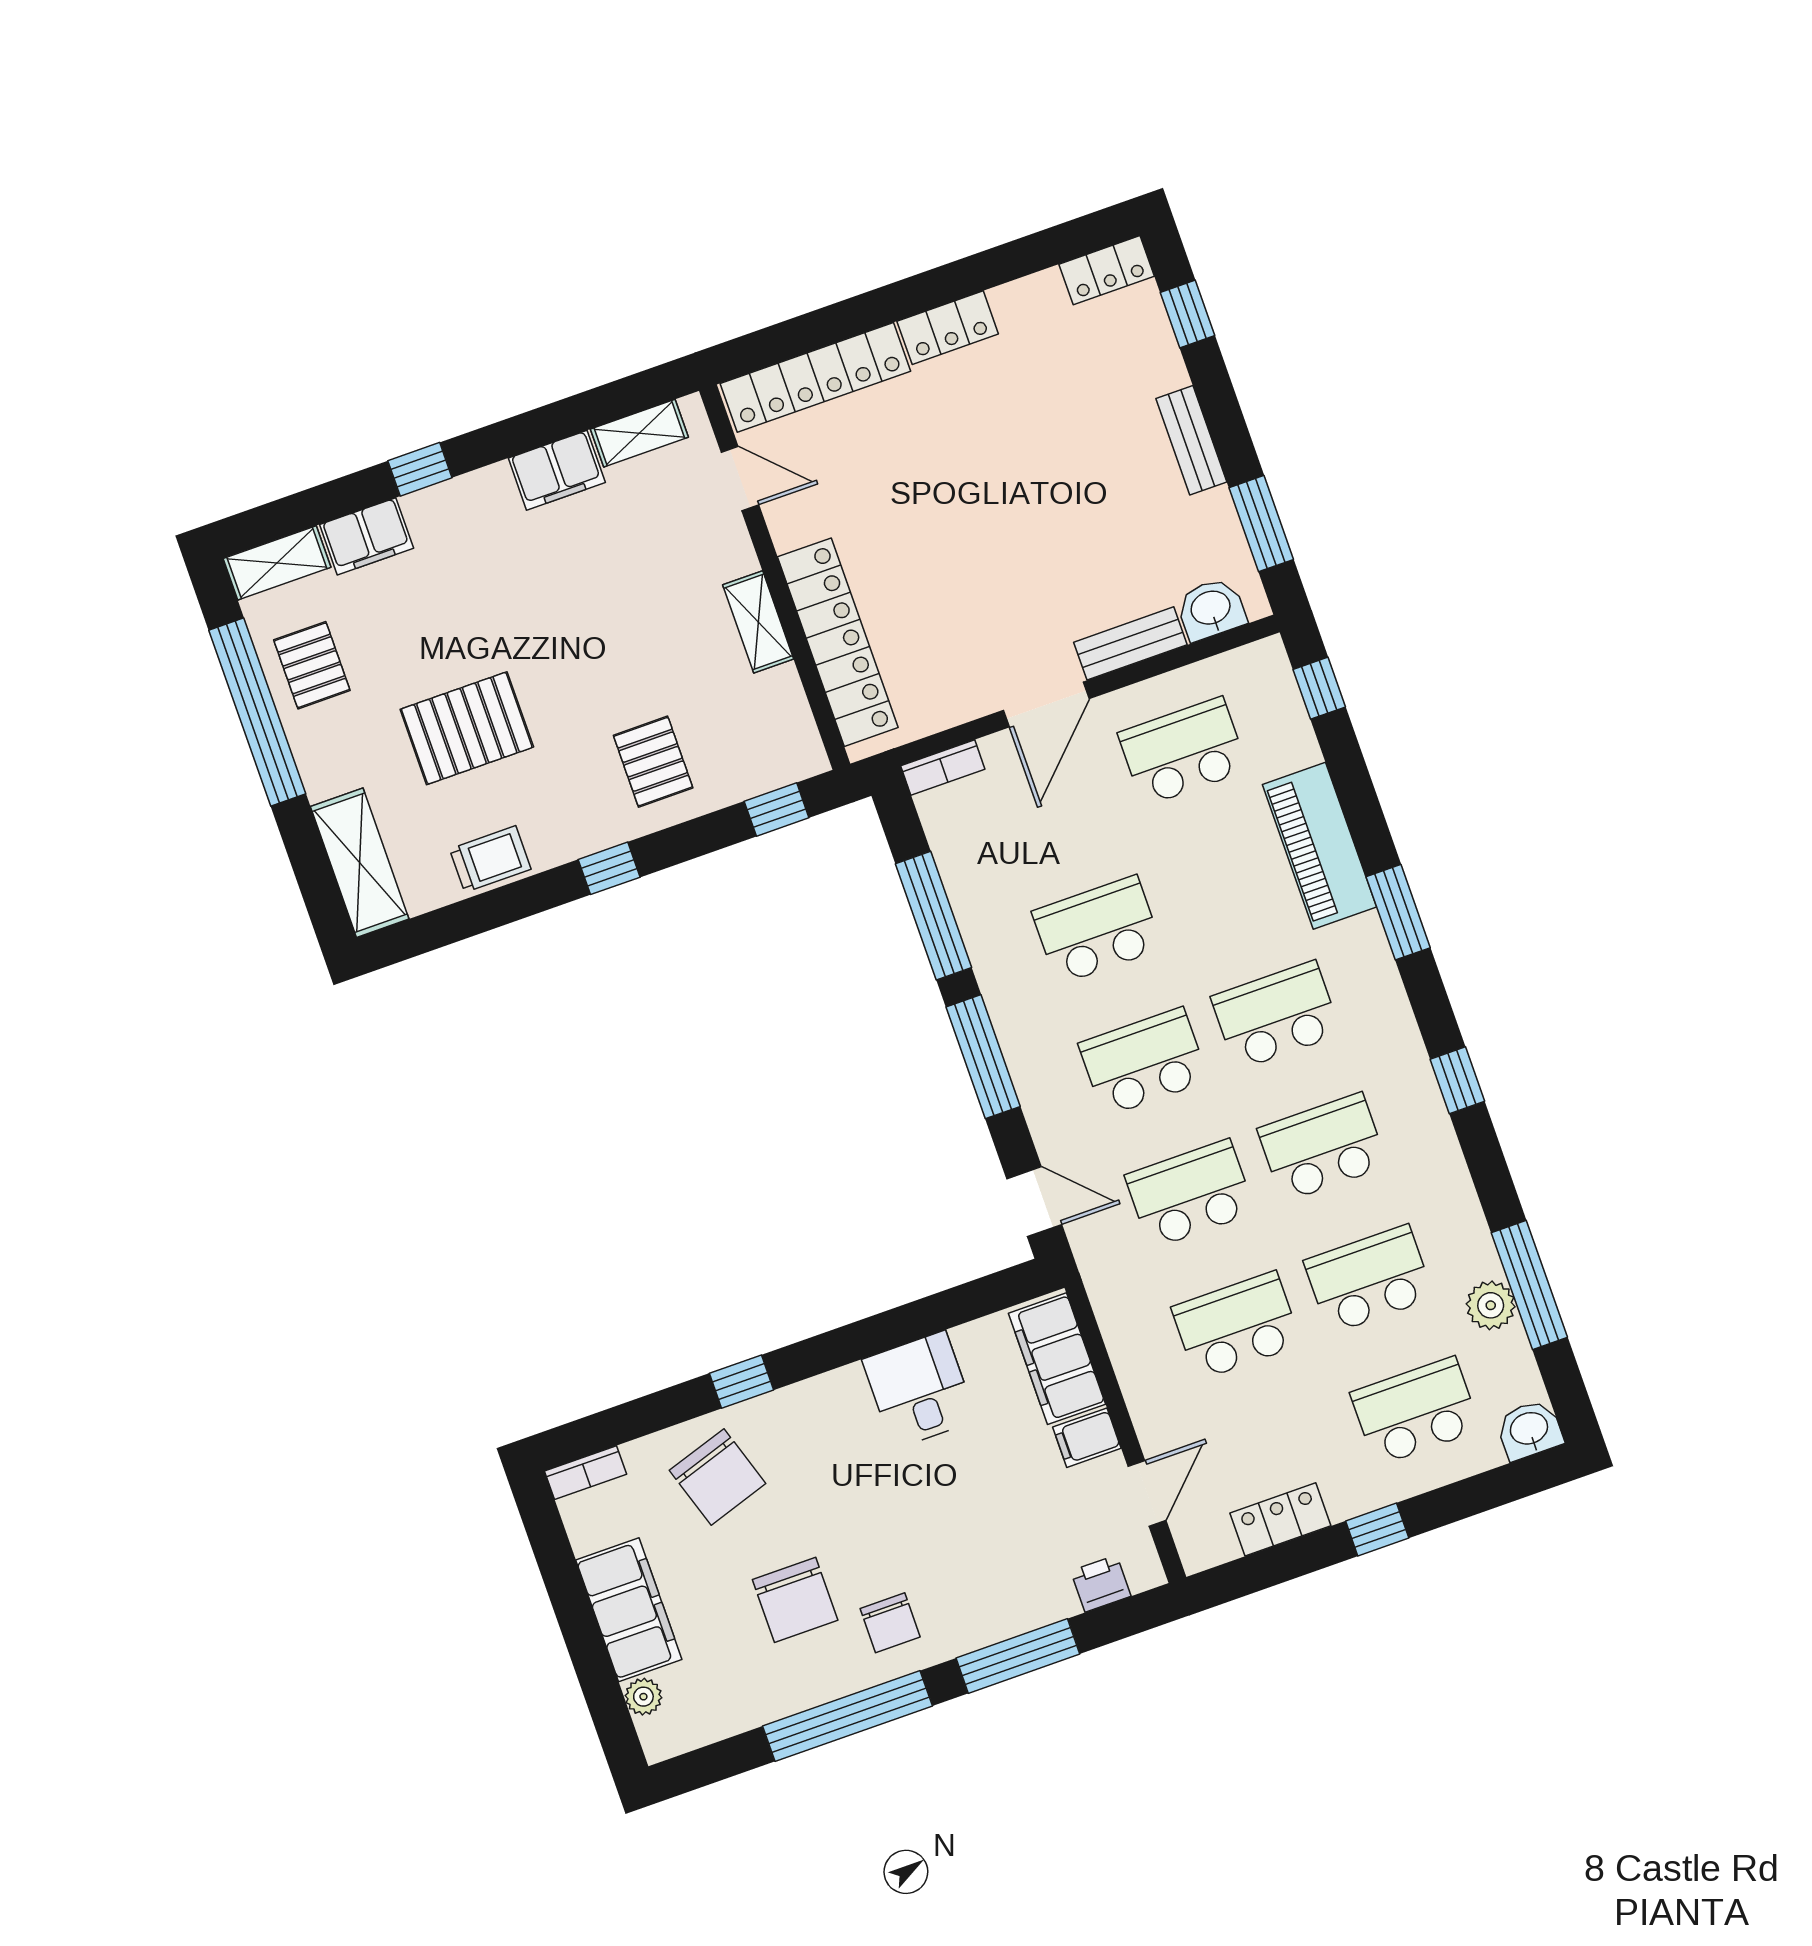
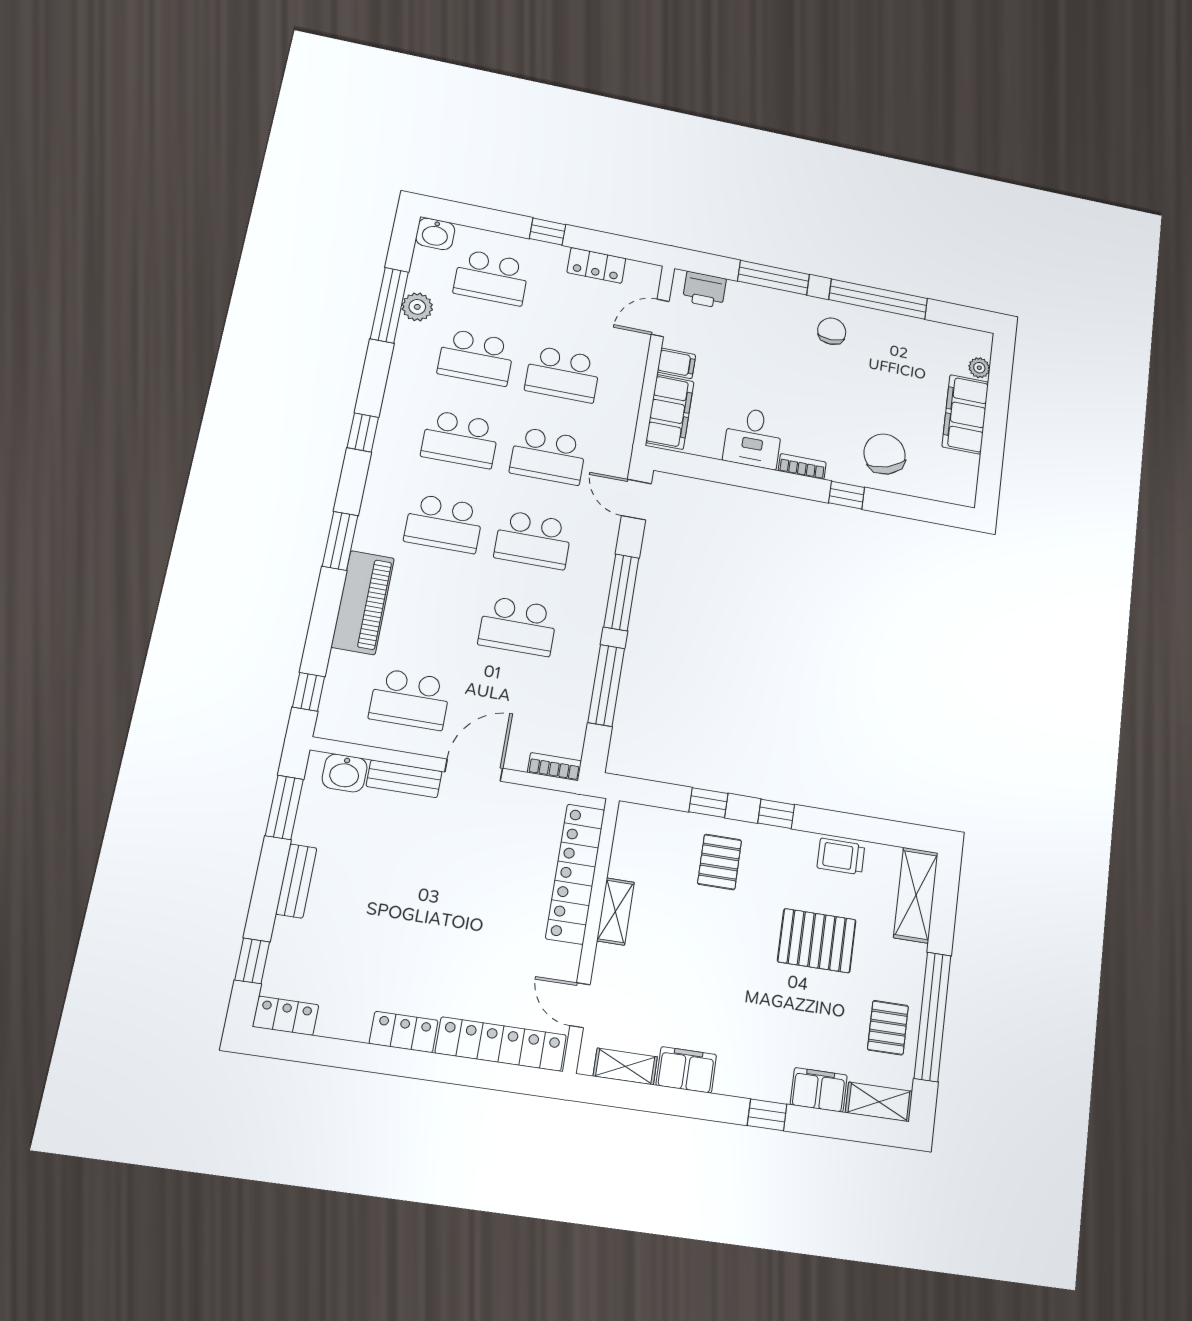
window: (777, 809) -> (708, 803), moved
bookcase: (585, 1473) -> (802, 466), moved
printer: (1101, 1584) -> (704, 290), width x1.36, depth x1.24
chair: (795, 1600) -> (876, 370), removed

